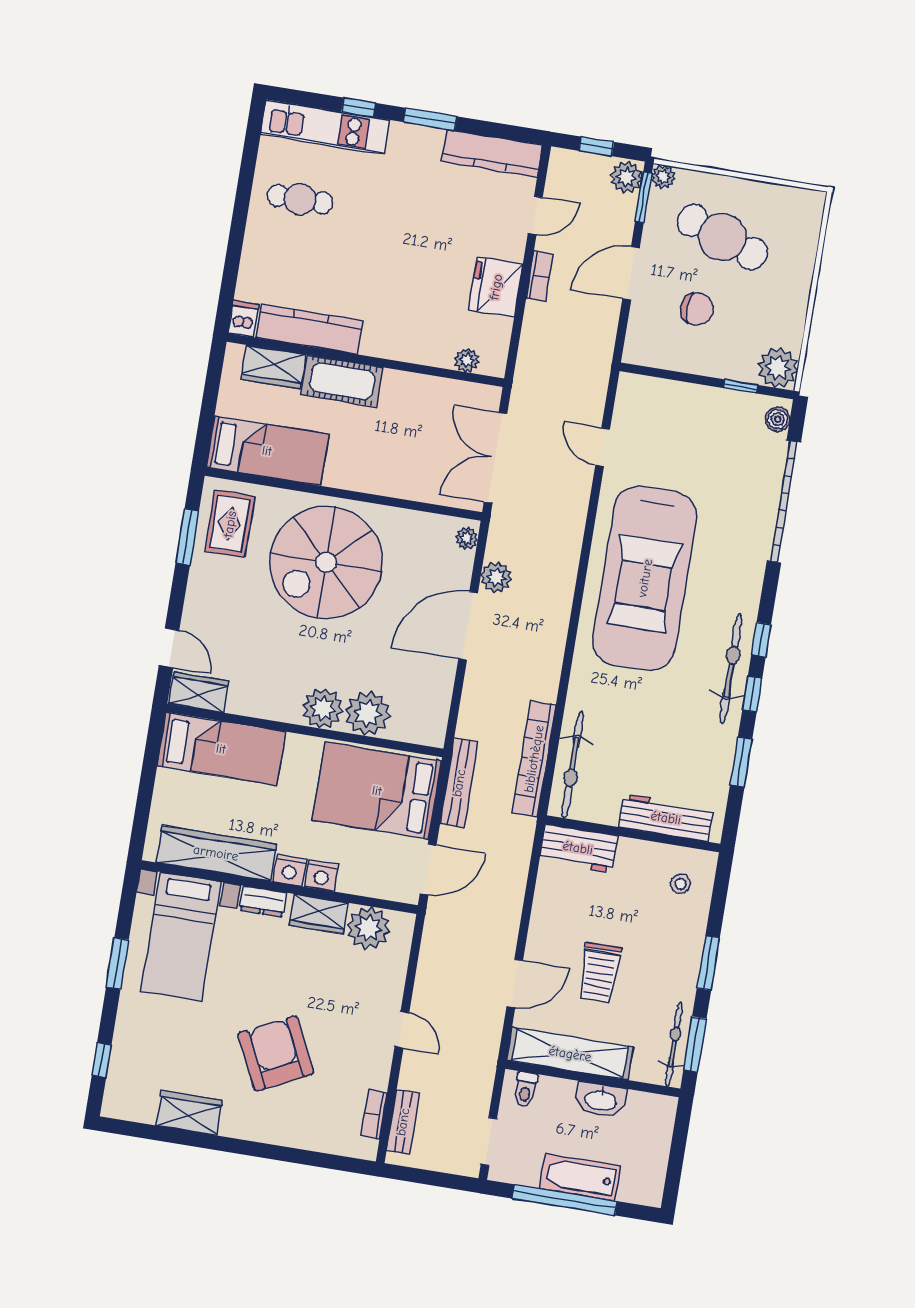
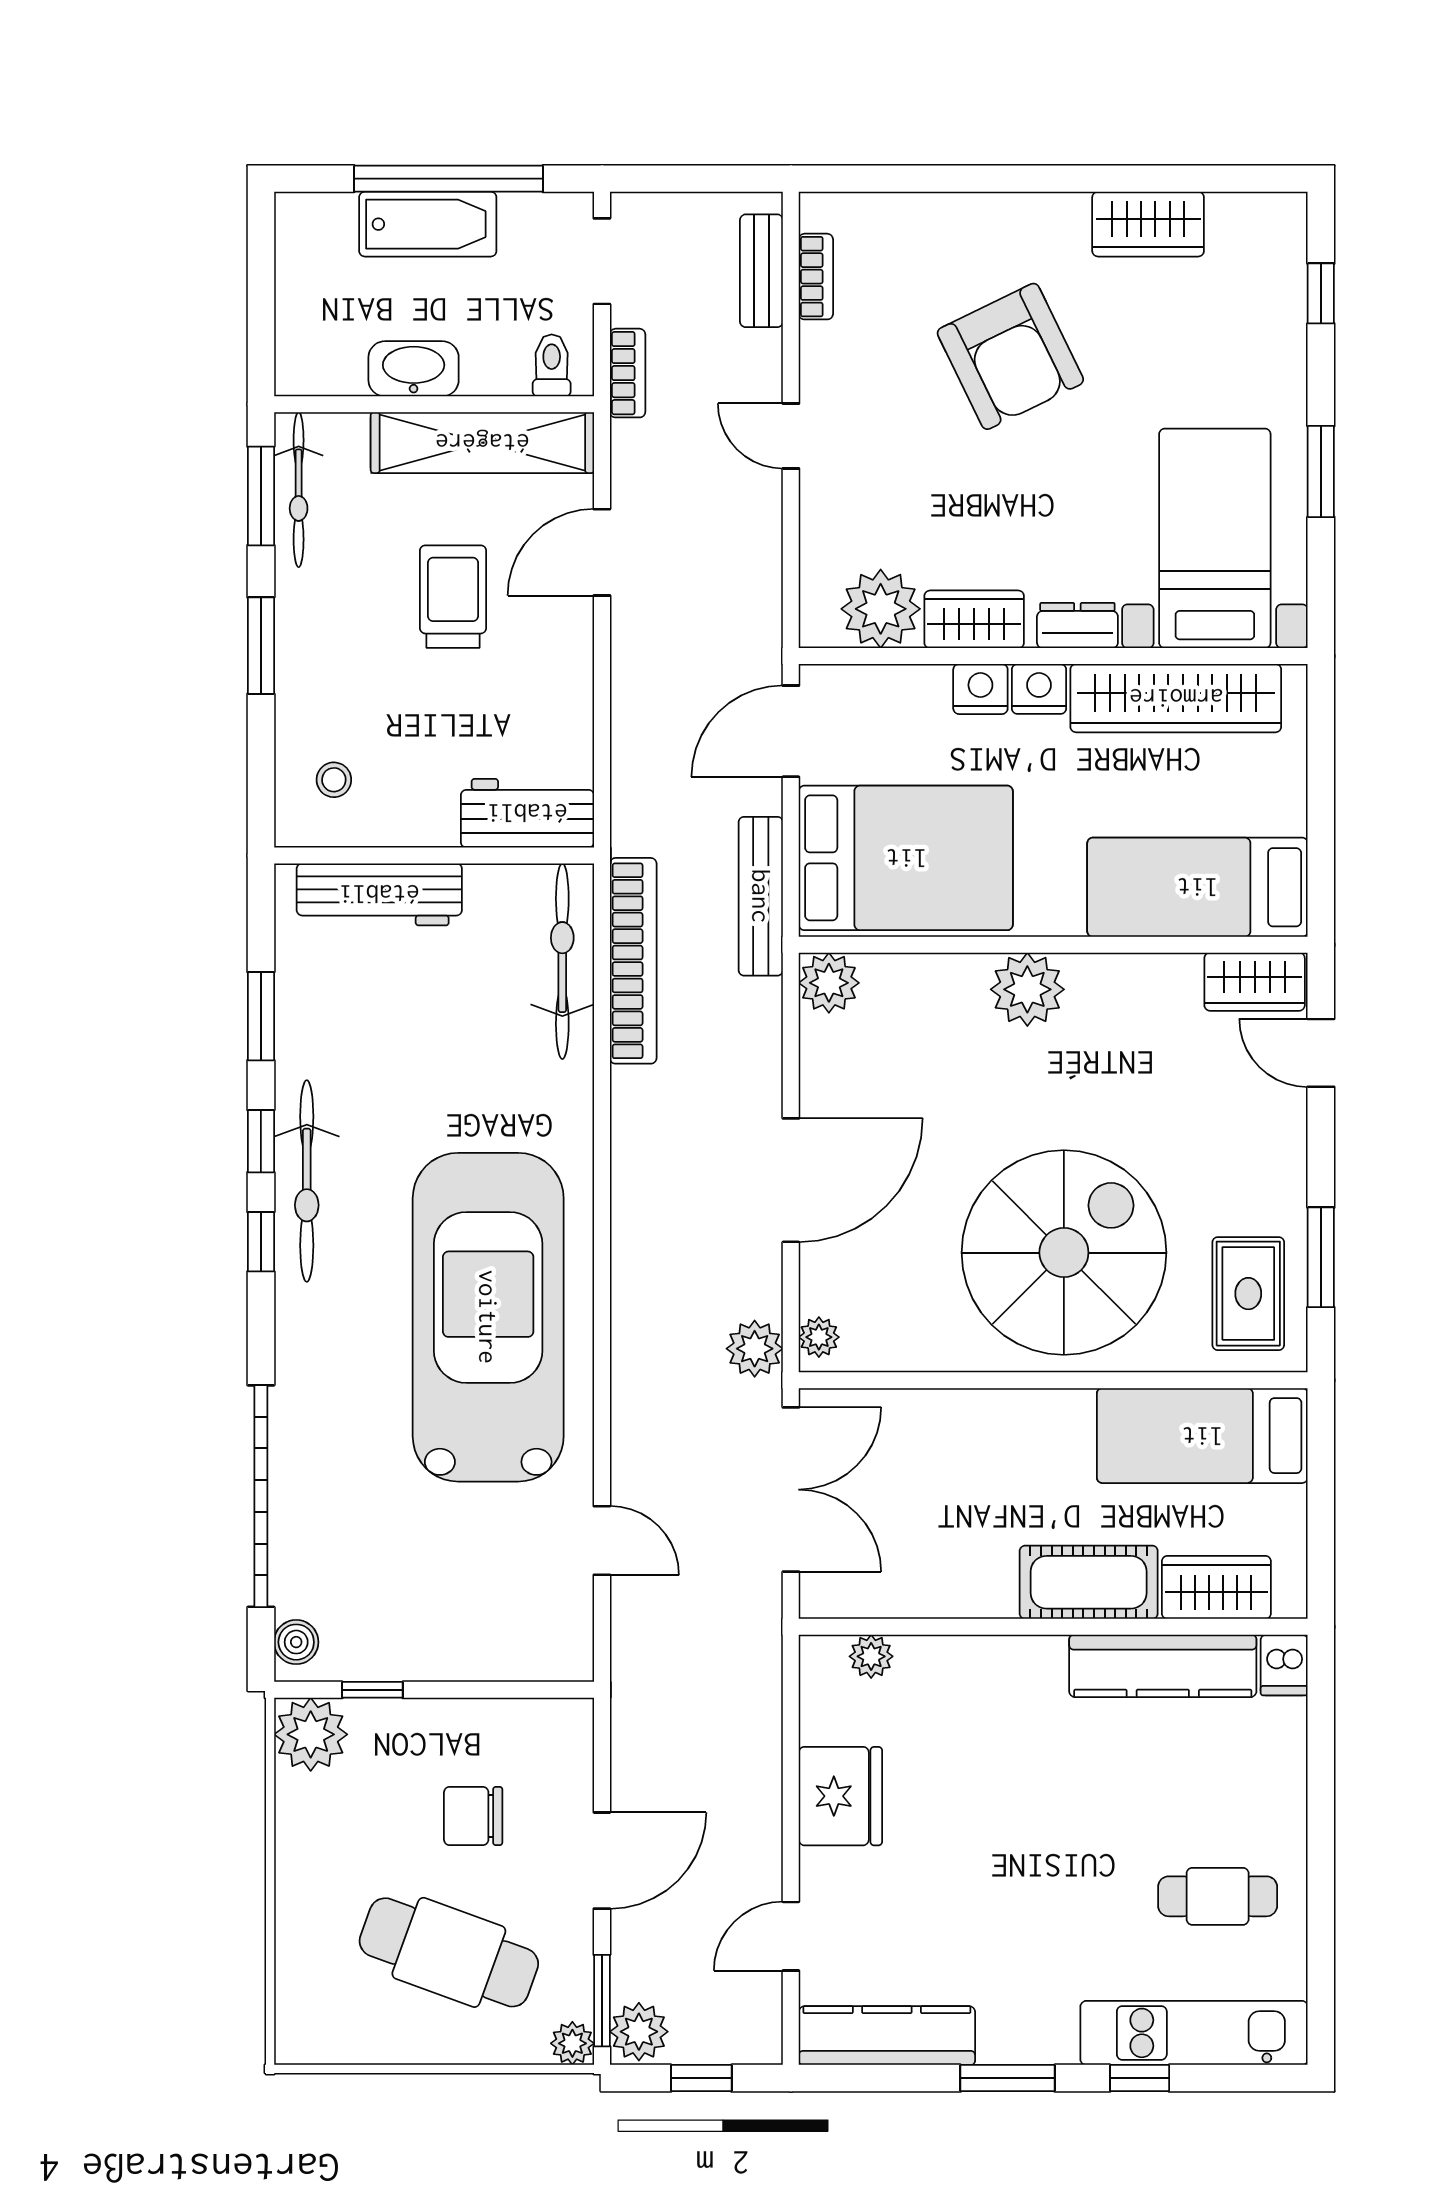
bookcase: (540, 276) -> (628, 373), moved, turned 180
plant: (496, 577) -> (755, 1349), moved
plant: (368, 713) -> (829, 983), moved, width x0.73, depth x0.73

